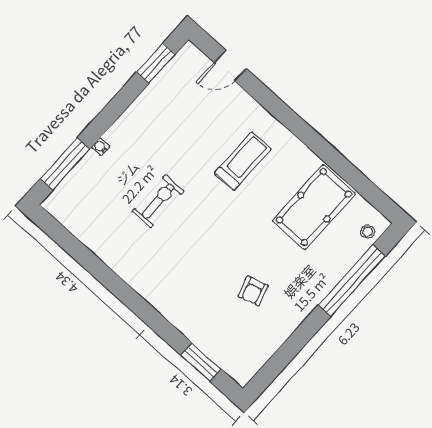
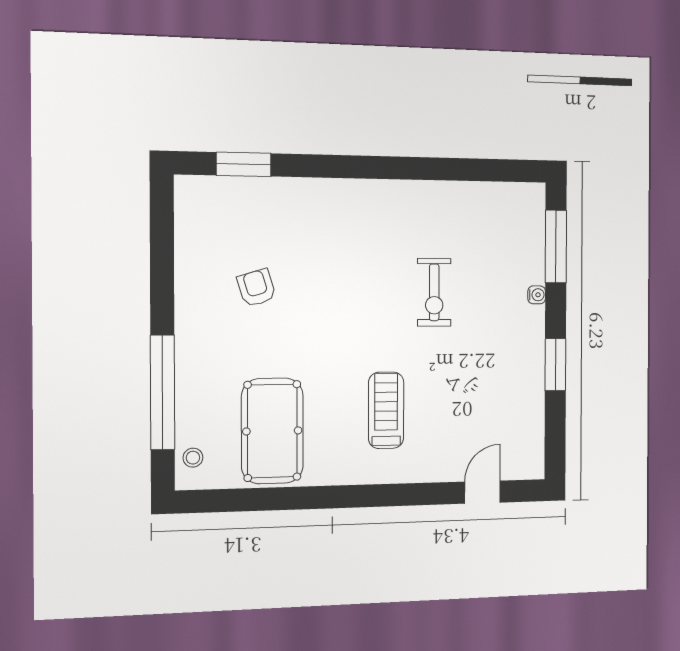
window: (156, 63) -> (555, 365), moved
treadmill: (243, 161) -> (386, 410), turned 180

